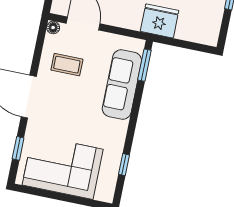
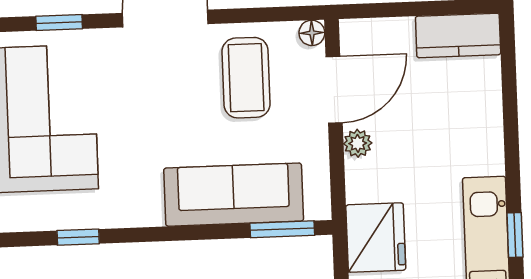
plant: (112, 19) -> (358, 143), added
coffee table: (67, 65) -> (246, 78), width x1.36, depth x1.30

